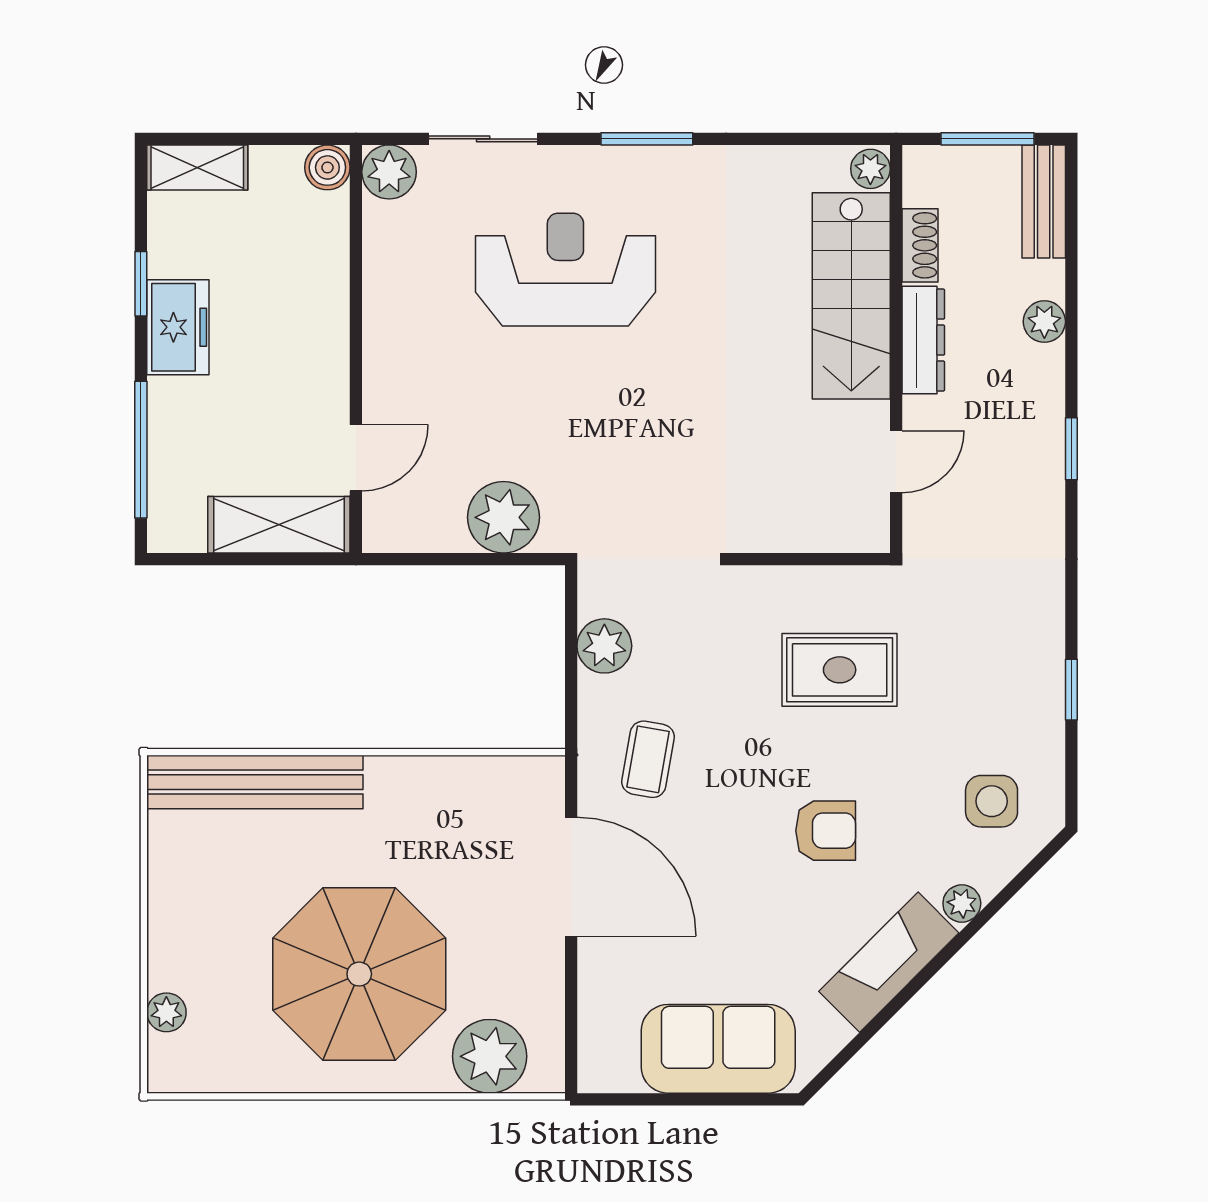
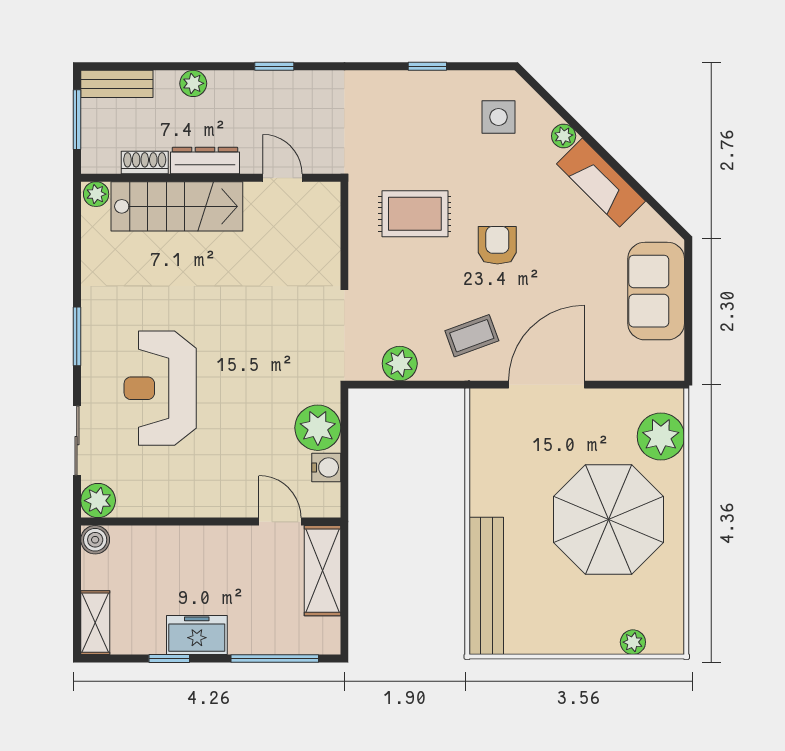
water cooler: (441, 531) -> (326, 467), added
rug: (840, 670) -> (415, 214), turned 90
coffee table: (648, 759) -> (472, 336), turned -30
armchair: (826, 831) -> (497, 245), moved

